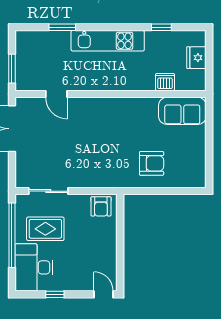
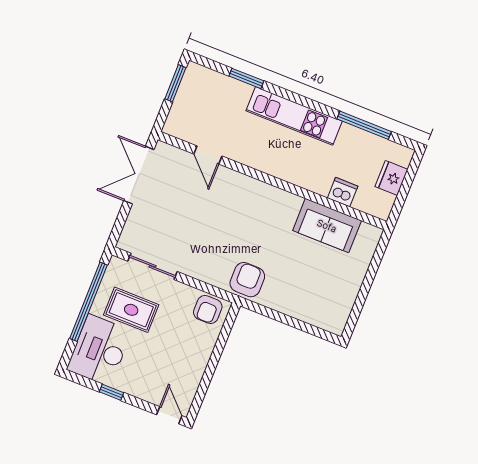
window: (161, 27) -> (364, 125), width x2.17
window: (12, 69) -> (175, 83), moved
sofa: (182, 111) -> (327, 226), moved
armchair: (152, 163) -> (247, 280), moved, turned -90

